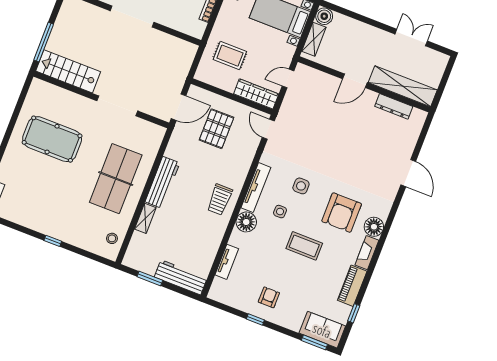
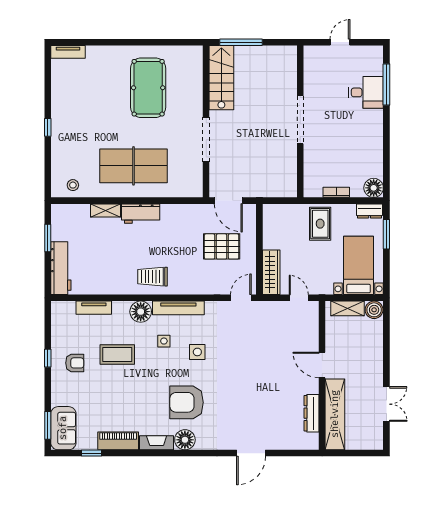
rug: (230, 56) -> (320, 224), moved
workbench: (162, 182) -> (141, 214), width x0.73
coffee table: (304, 246) -> (117, 354), moved, turned 90

